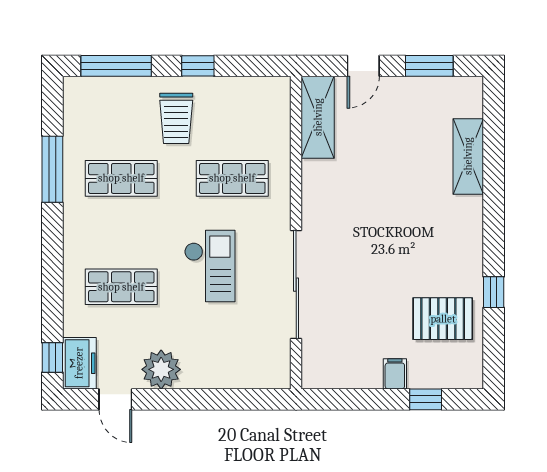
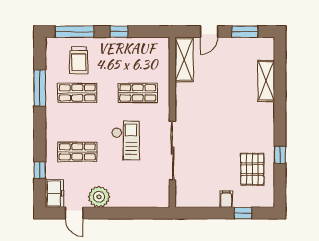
trolley: (176, 118) -> (79, 60), moved
pallet: (443, 319) -> (252, 169), turned 90
window: (52, 358) -> (40, 170), moved

